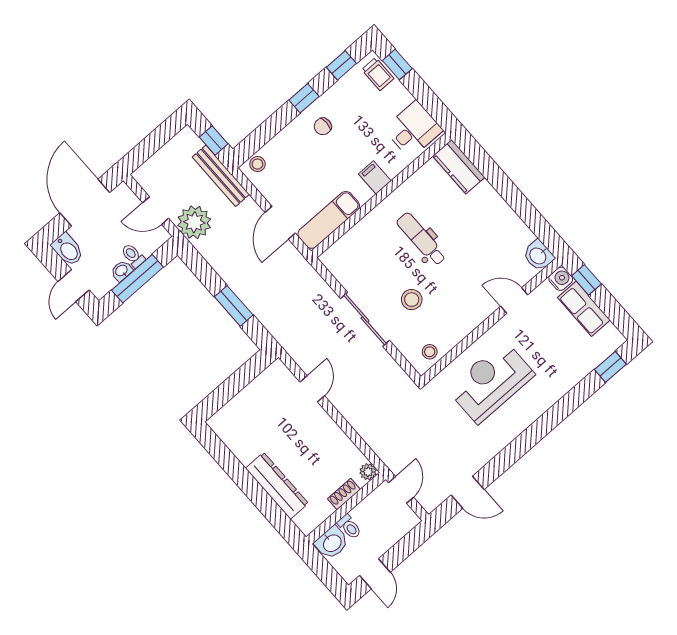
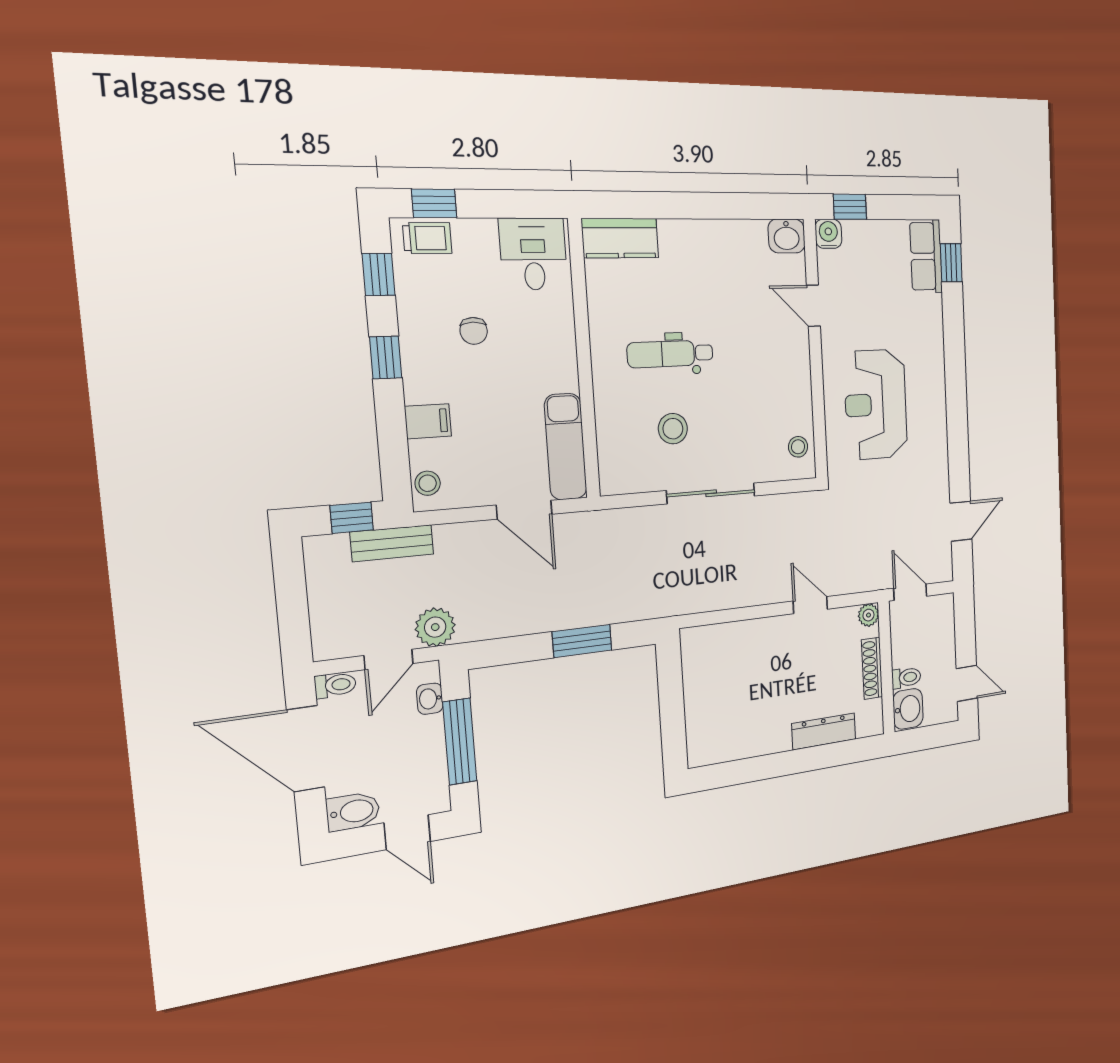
chair: (323, 126) -> (474, 331), moved
bench: (221, 176) -> (392, 543), width x0.73
filing cabinet: (375, 177) -> (428, 421), moved, turned 180
plant: (194, 222) -> (435, 627), width x0.73, depth x0.73
toilet: (133, 256) -> (335, 685), moved, turned 180
washbasin: (122, 271) -> (430, 699), moved
stool: (412, 300) -> (673, 429), moved
door: (514, 301) -> (813, 306), hinge flipped
row of seats: (584, 309) -> (926, 256), moved, turned 90
door: (312, 389) -> (810, 605), moved
dresser: (277, 486) -> (824, 731), width x0.73, depth x0.80
shoe rack: (344, 494) -> (872, 668), width x1.43

